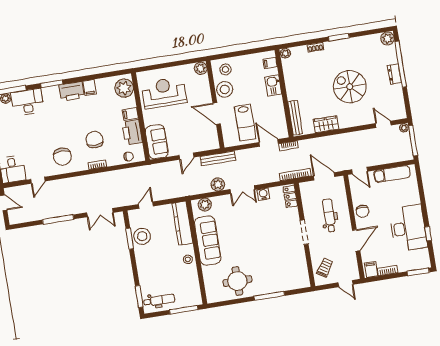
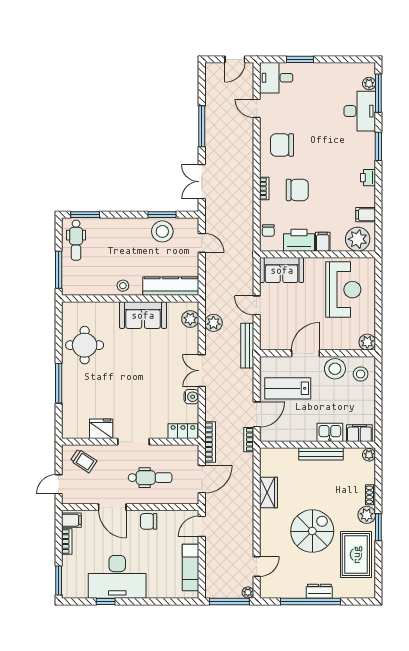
plant: (387, 38) -> (367, 515), moved
rug: (362, 51) -> (356, 555), added
filing cabinet: (270, 63) -> (359, 433), width x2.00
window: (401, 64) -> (311, 602), moved
filing cabinet: (89, 88) -> (366, 215), moved
printer: (72, 91) -> (368, 178), width x0.53, depth x0.68
bench: (295, 118) -> (321, 454), moved
plant: (218, 184) -> (213, 323), moved
sofa: (208, 241) -> (143, 315), width x0.73
fridge: (298, 258) -> (101, 429), added

